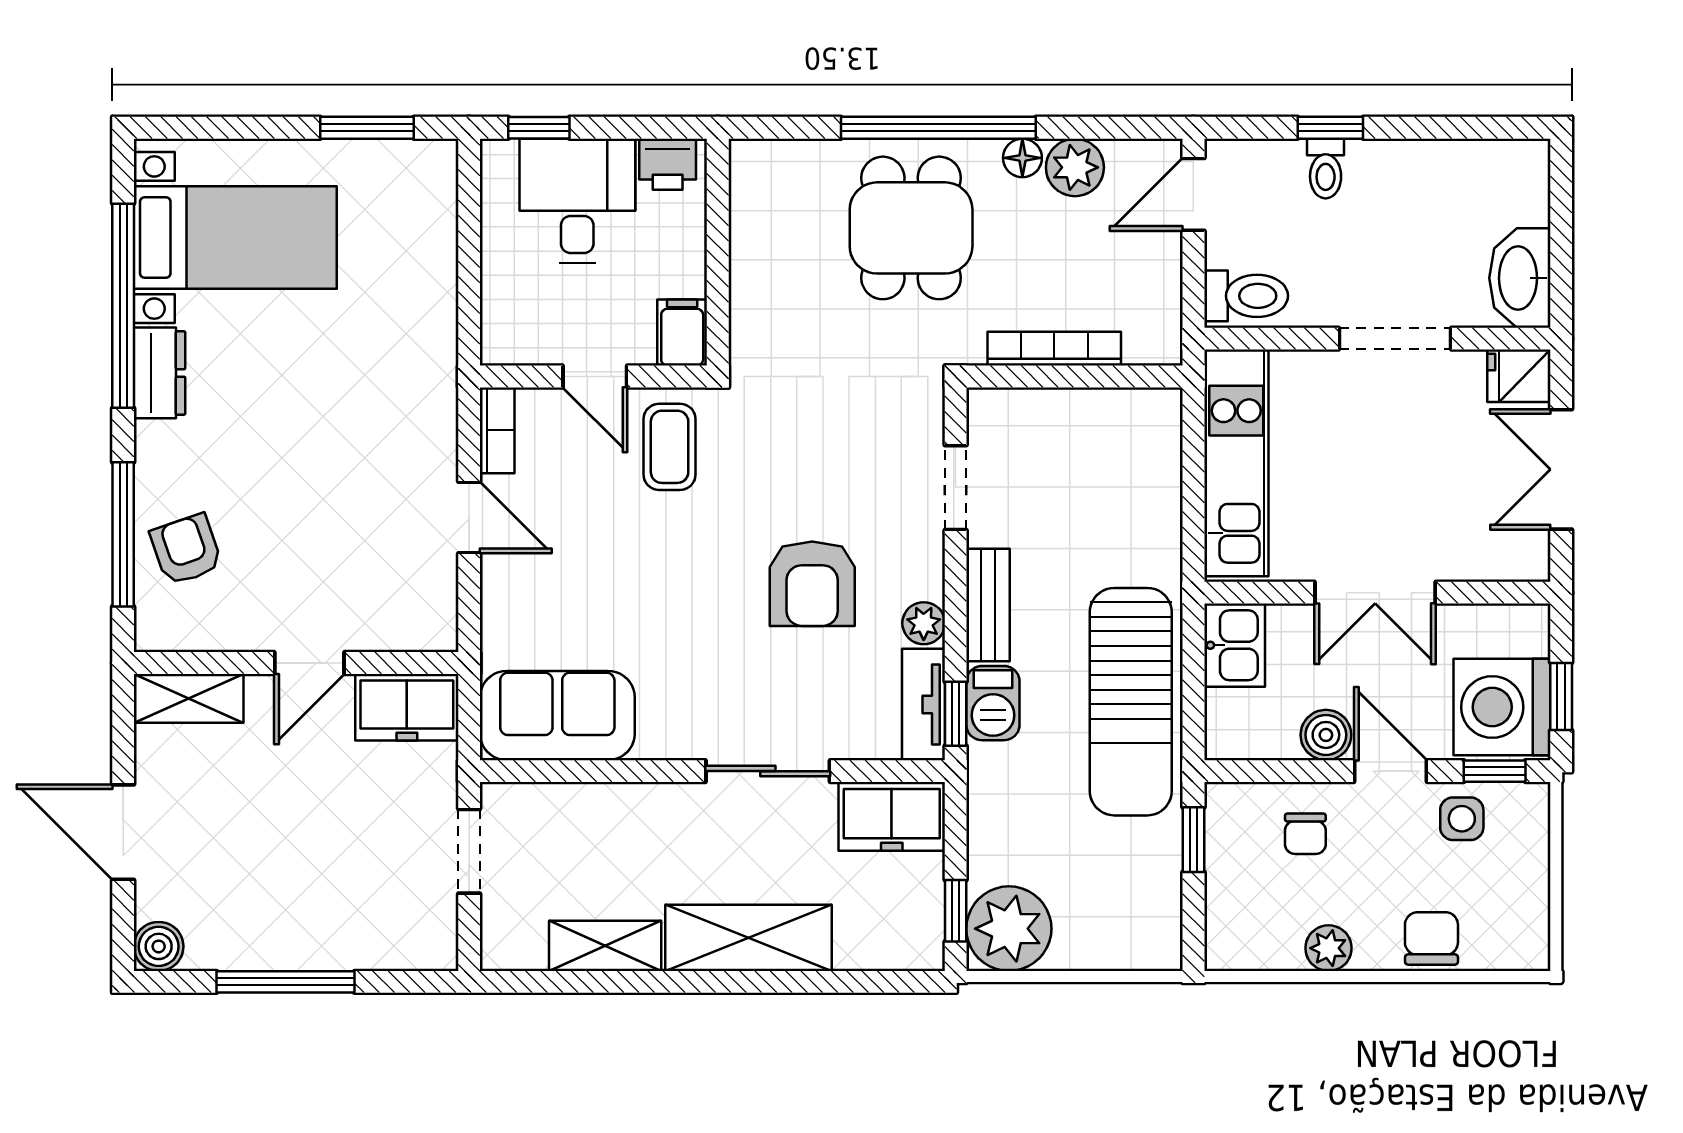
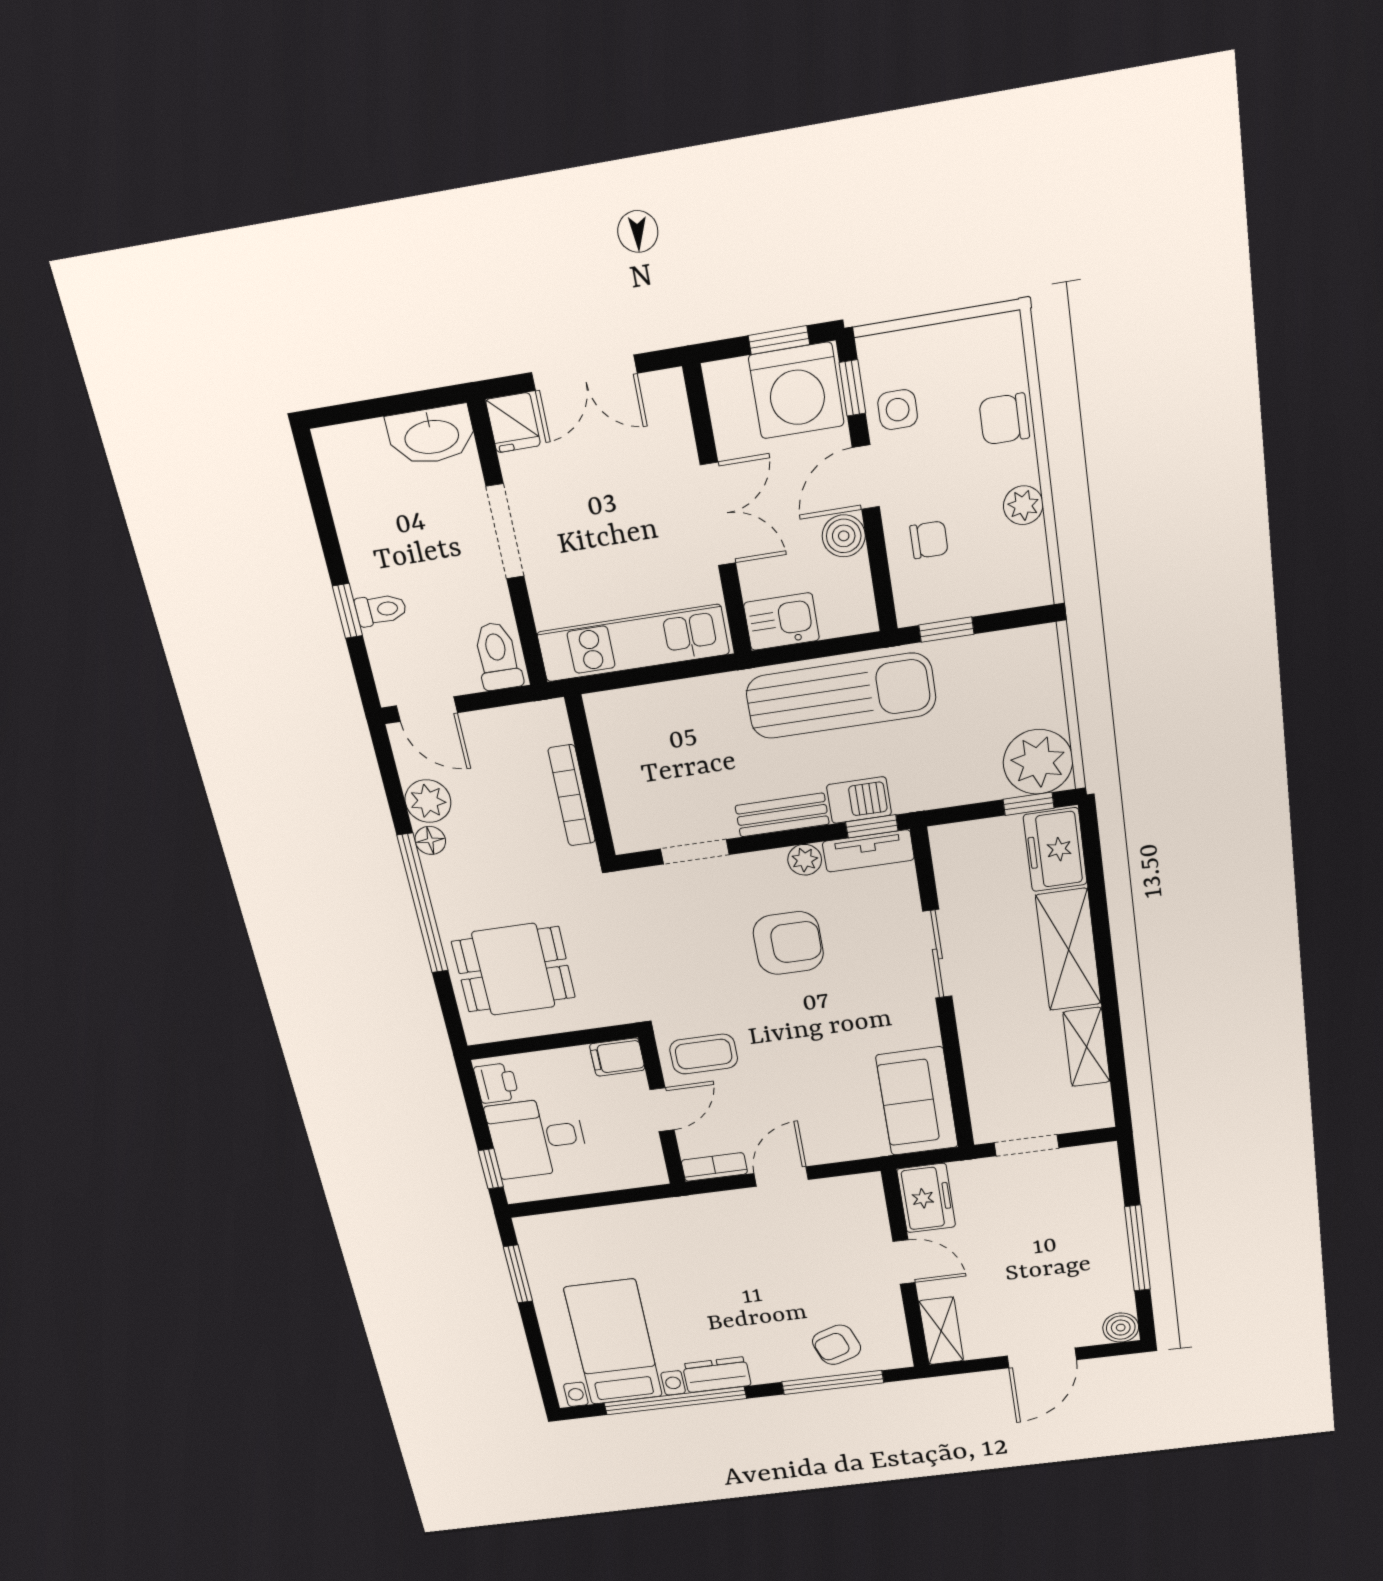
dining table: (911, 228) -> (513, 969), moved
freezer: (892, 816) -> (1055, 850), moved, turned 180

